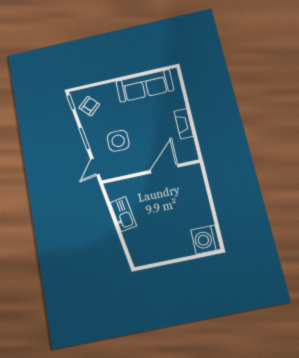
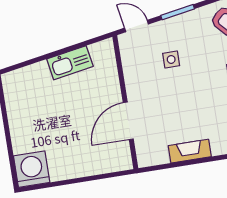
side table: (118, 141) -> (171, 59), width x0.54, depth x0.54
door: (164, 169) -> (128, 121), swing flipped

